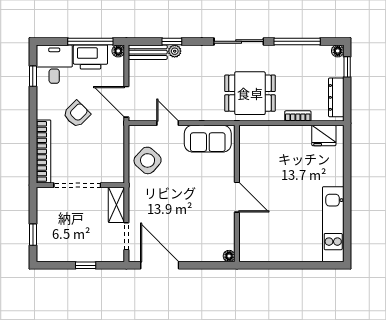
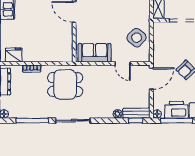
window: (172, 41) -> (135, 121), moved
door: (126, 102) -> (151, 79), hinge flipped

